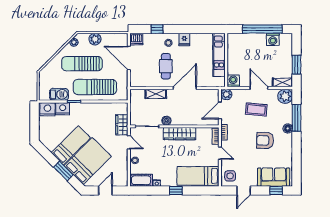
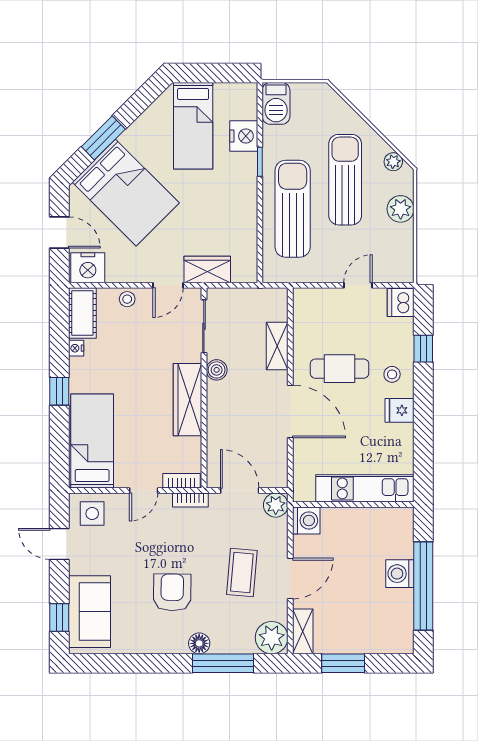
washing machine: (273, 39) -> (400, 574), moved
door: (129, 58) -> (358, 285), width x0.53
barbecue: (59, 94) -> (276, 103), moved
nightstand: (47, 109) -> (88, 268), moved, turned 90
bed: (71, 145) -> (193, 126), moved, turned 45

